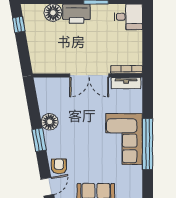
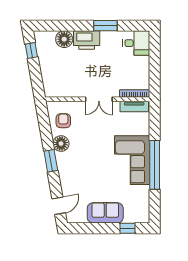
double door: (89, 75) -> (99, 99), width x0.73
armchair: (59, 166) -> (63, 121), moved

